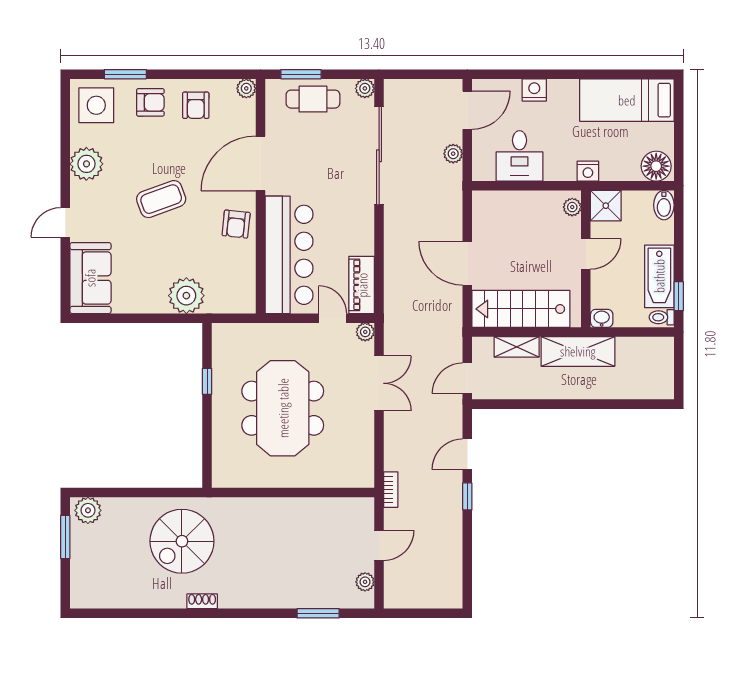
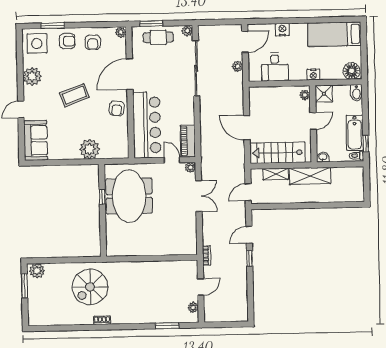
meeting table: (283, 408) -> (129, 196), moved

